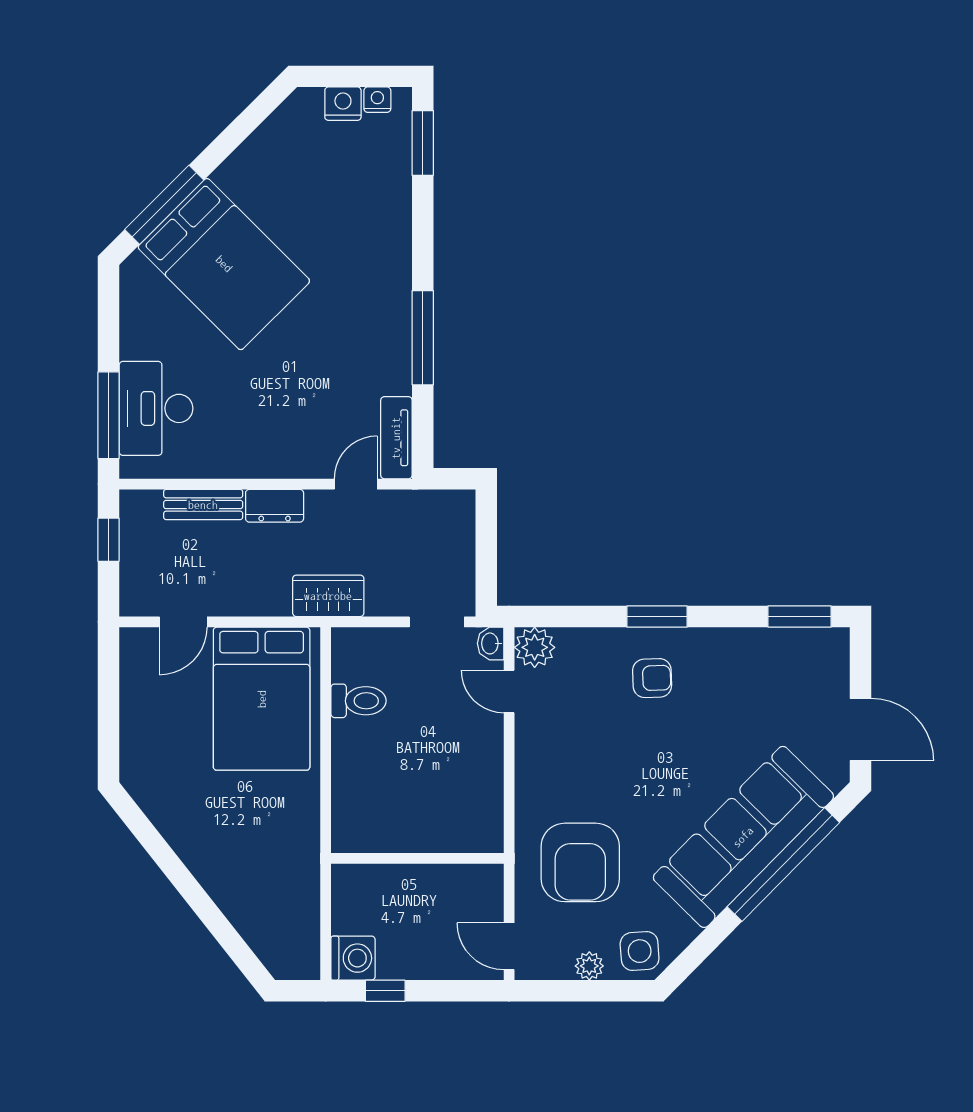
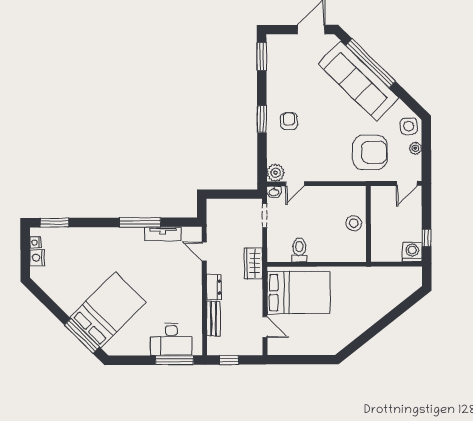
tv unit: (396, 438) -> (163, 234), moved
stool: (419, 825) -> (354, 223), added

